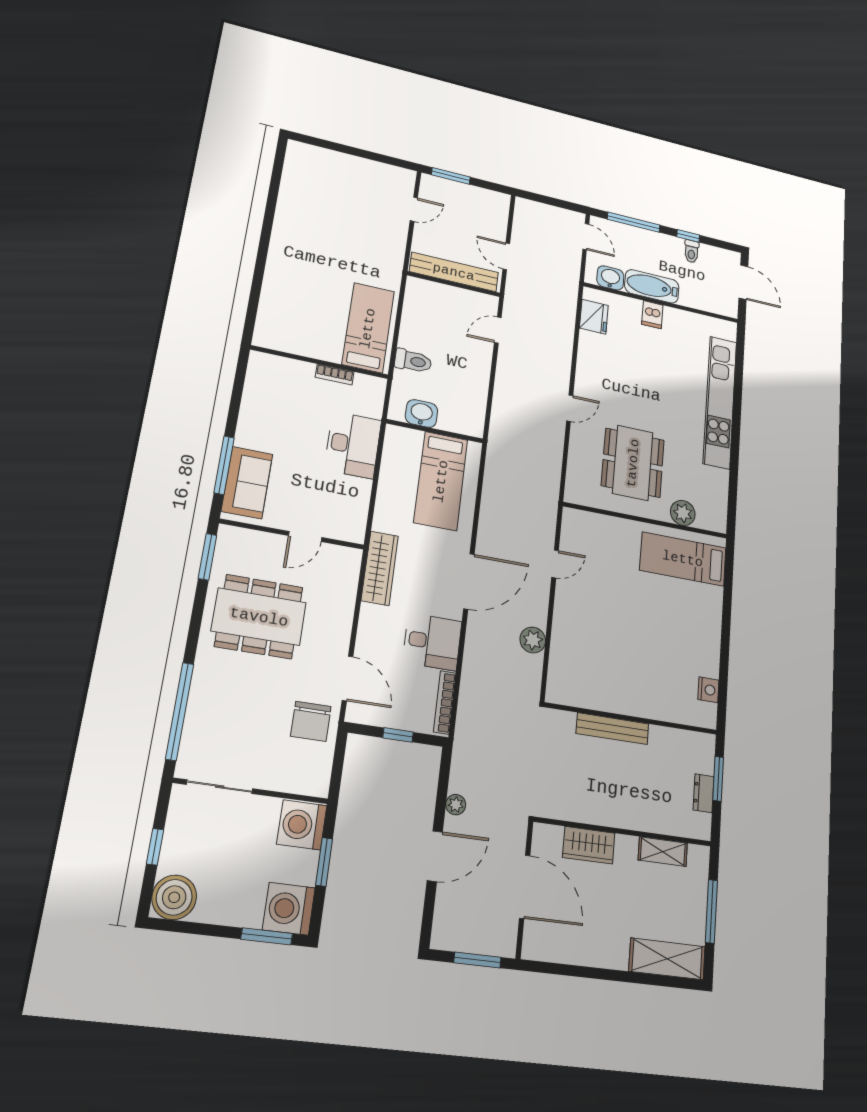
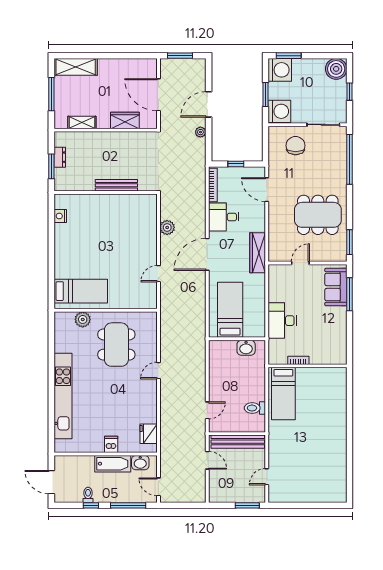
toilet: (413, 361) -> (255, 408), moved
chair: (311, 721) -> (296, 146), moved

